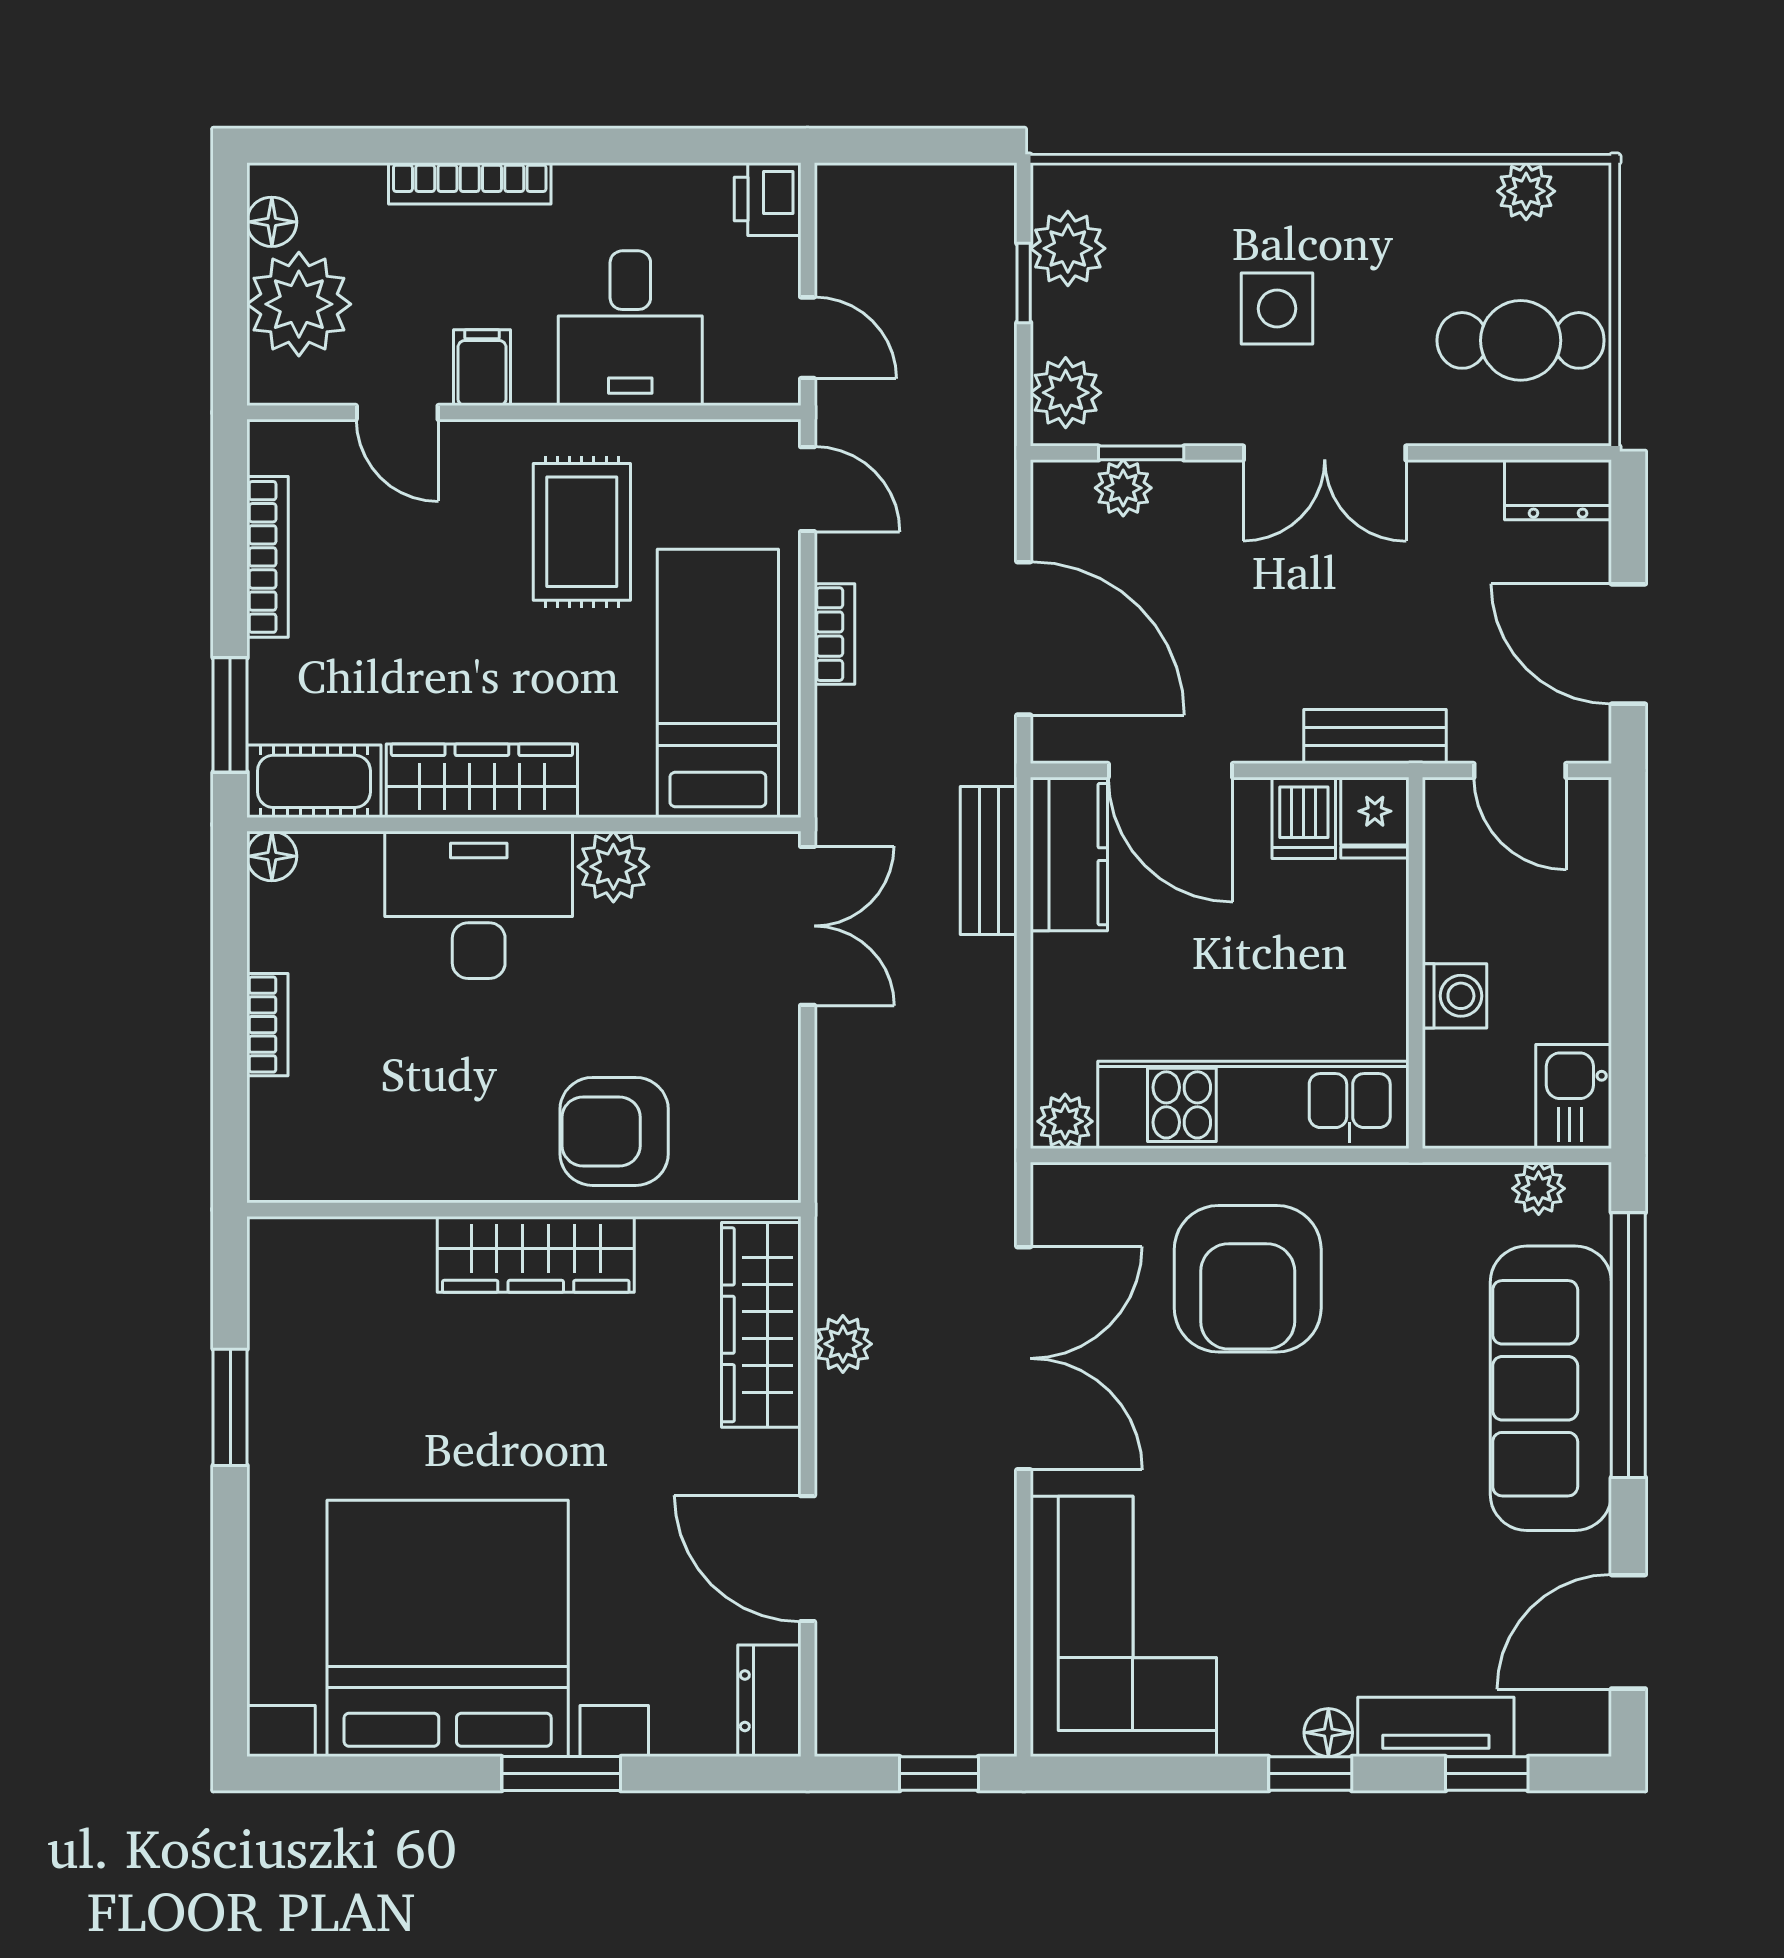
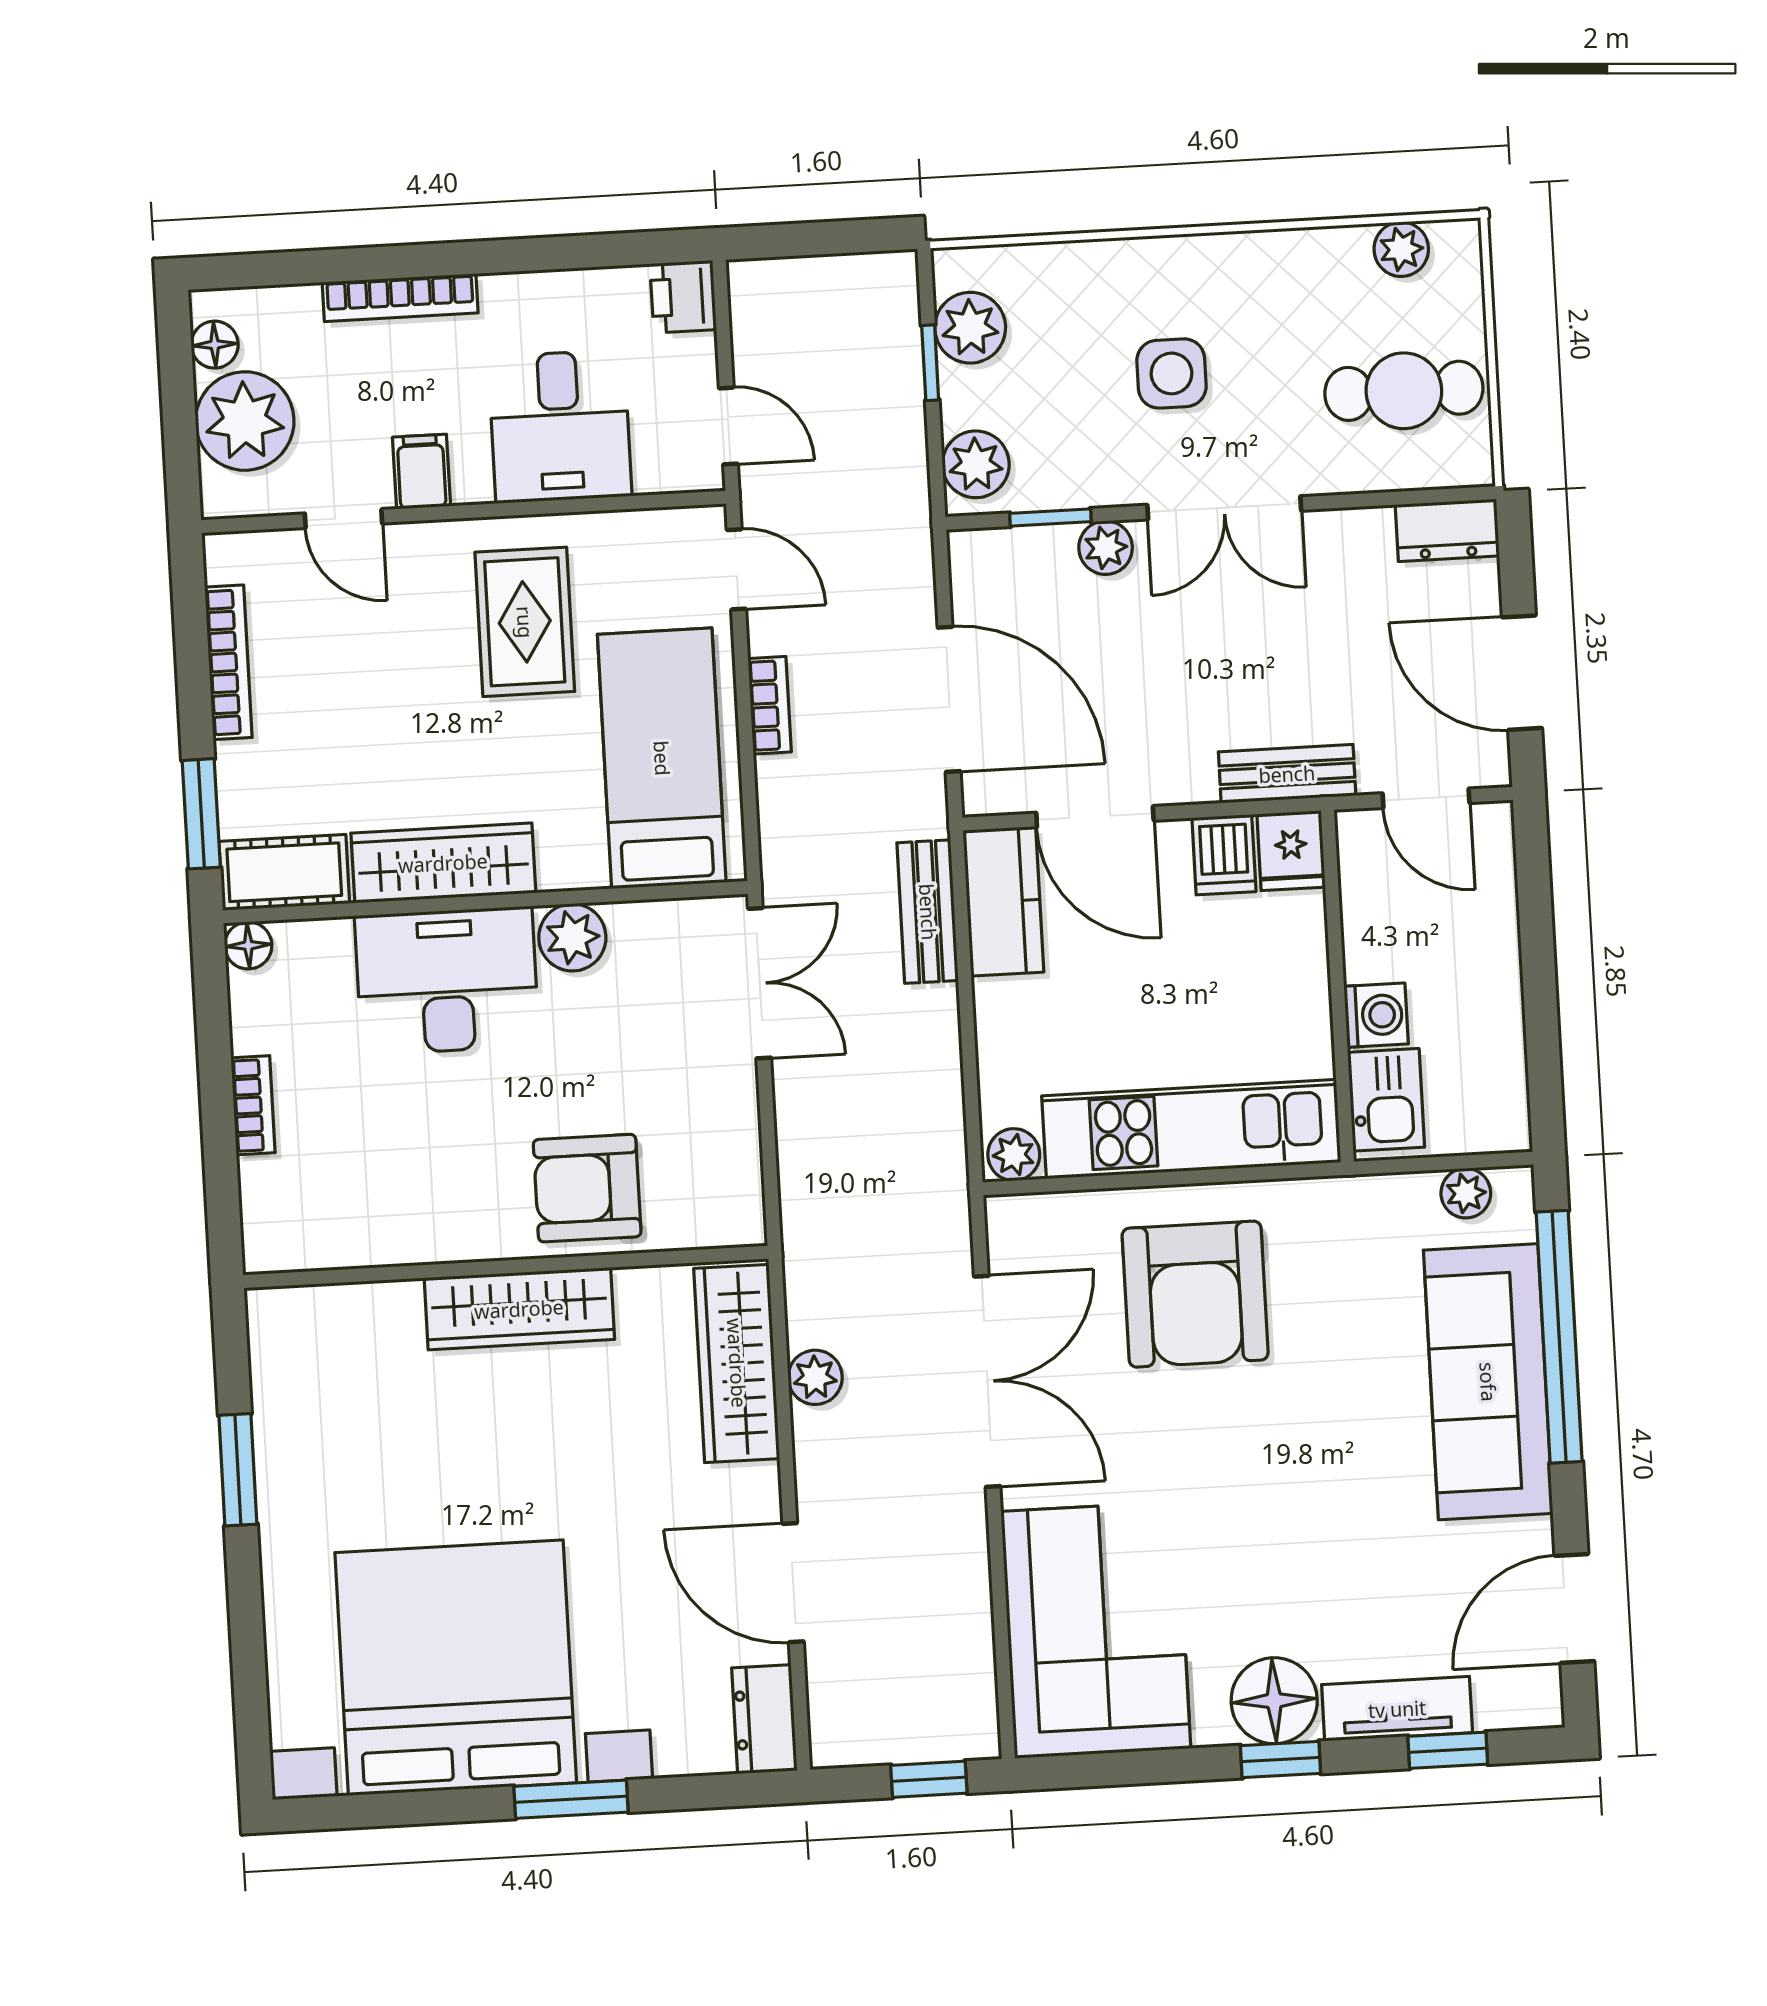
plant: (1123, 488) -> (1106, 548), moved
kitchen sink: (1574, 1097) -> (1386, 1100), moved, turned 180
floor lamp: (1328, 1733) -> (1274, 1701), width x1.89, depth x1.89

